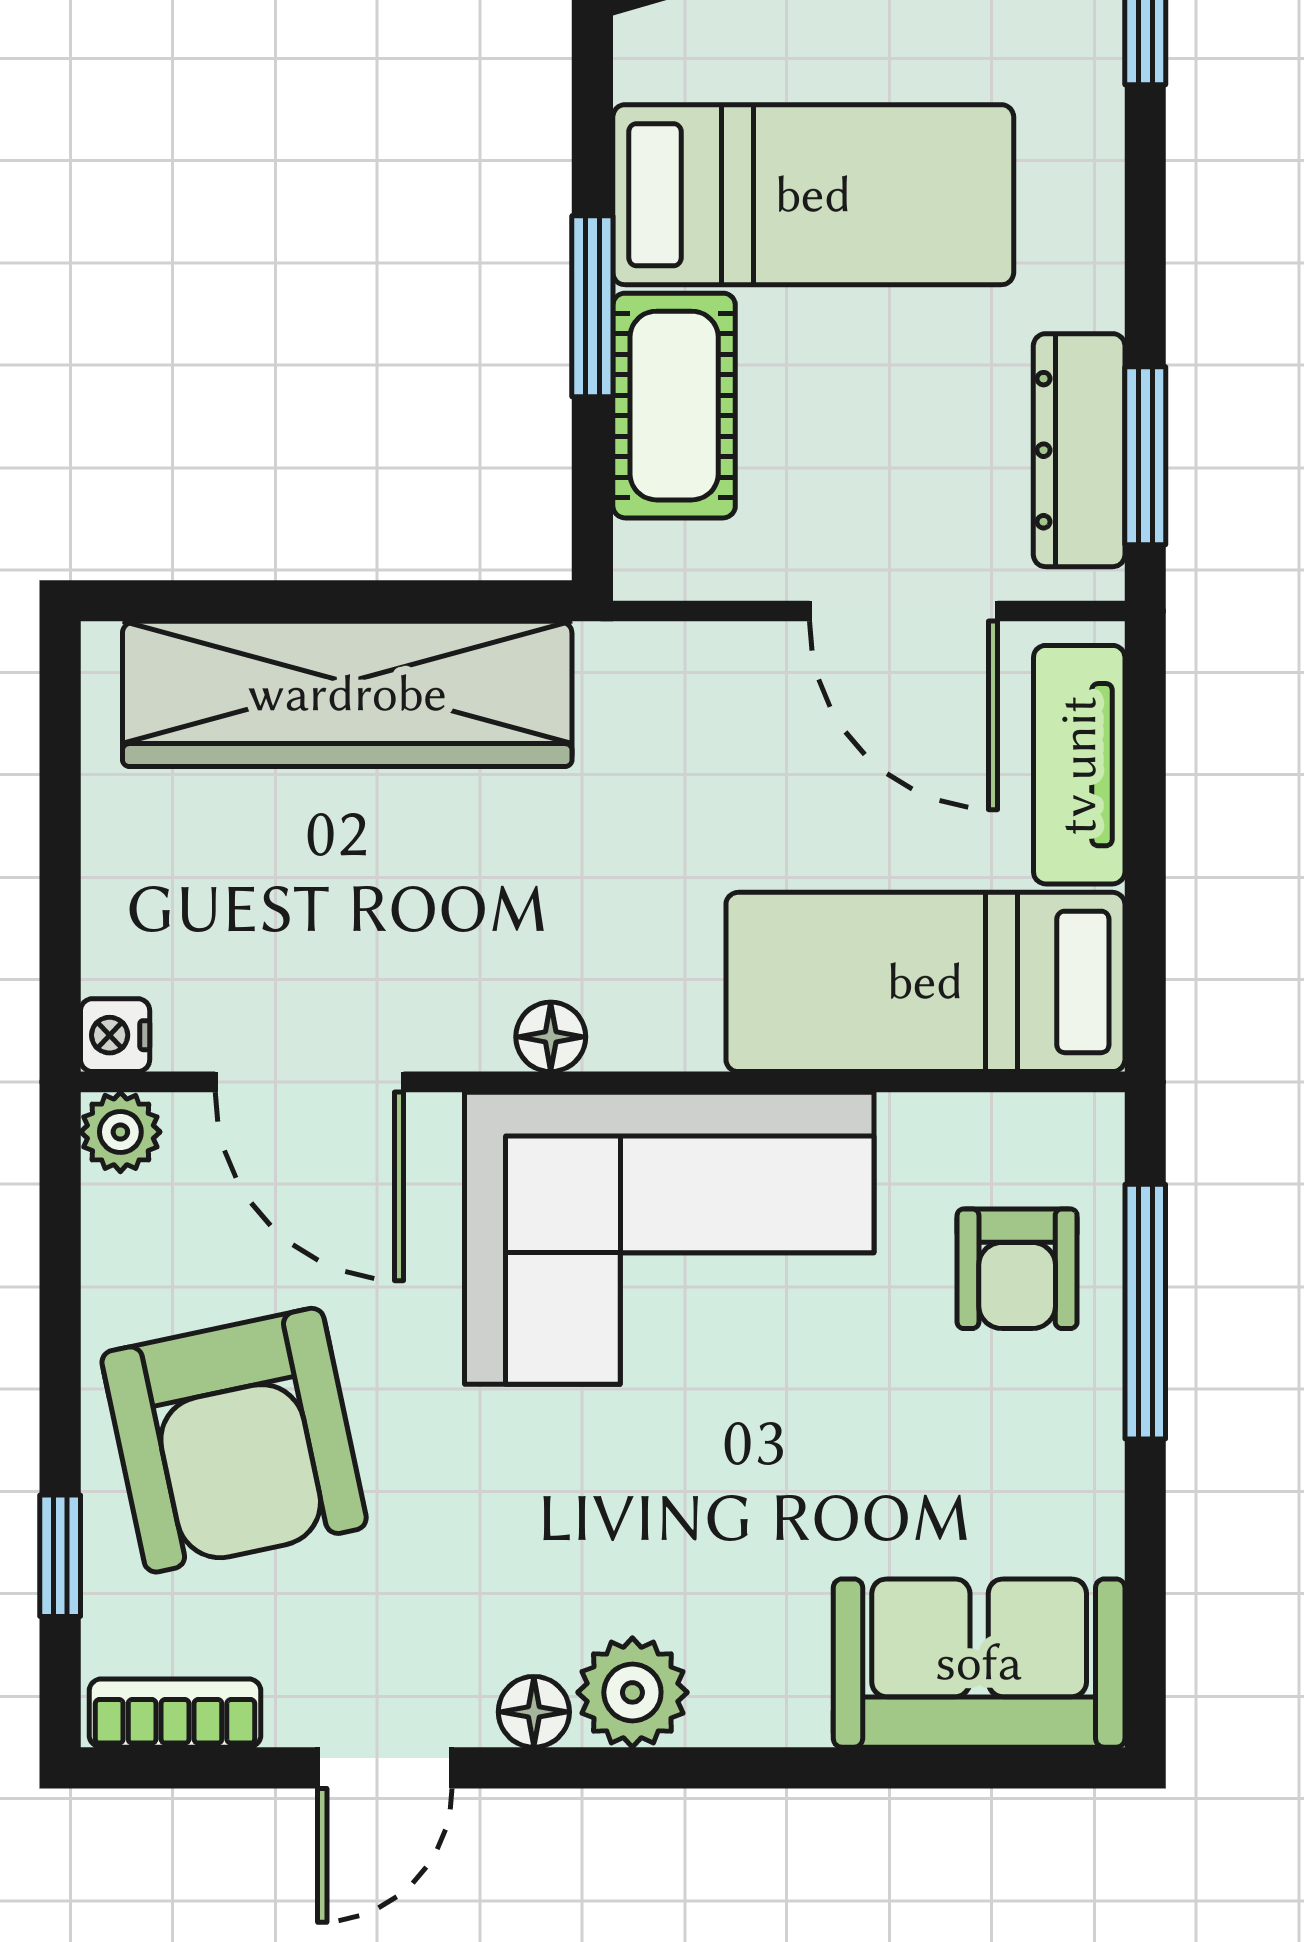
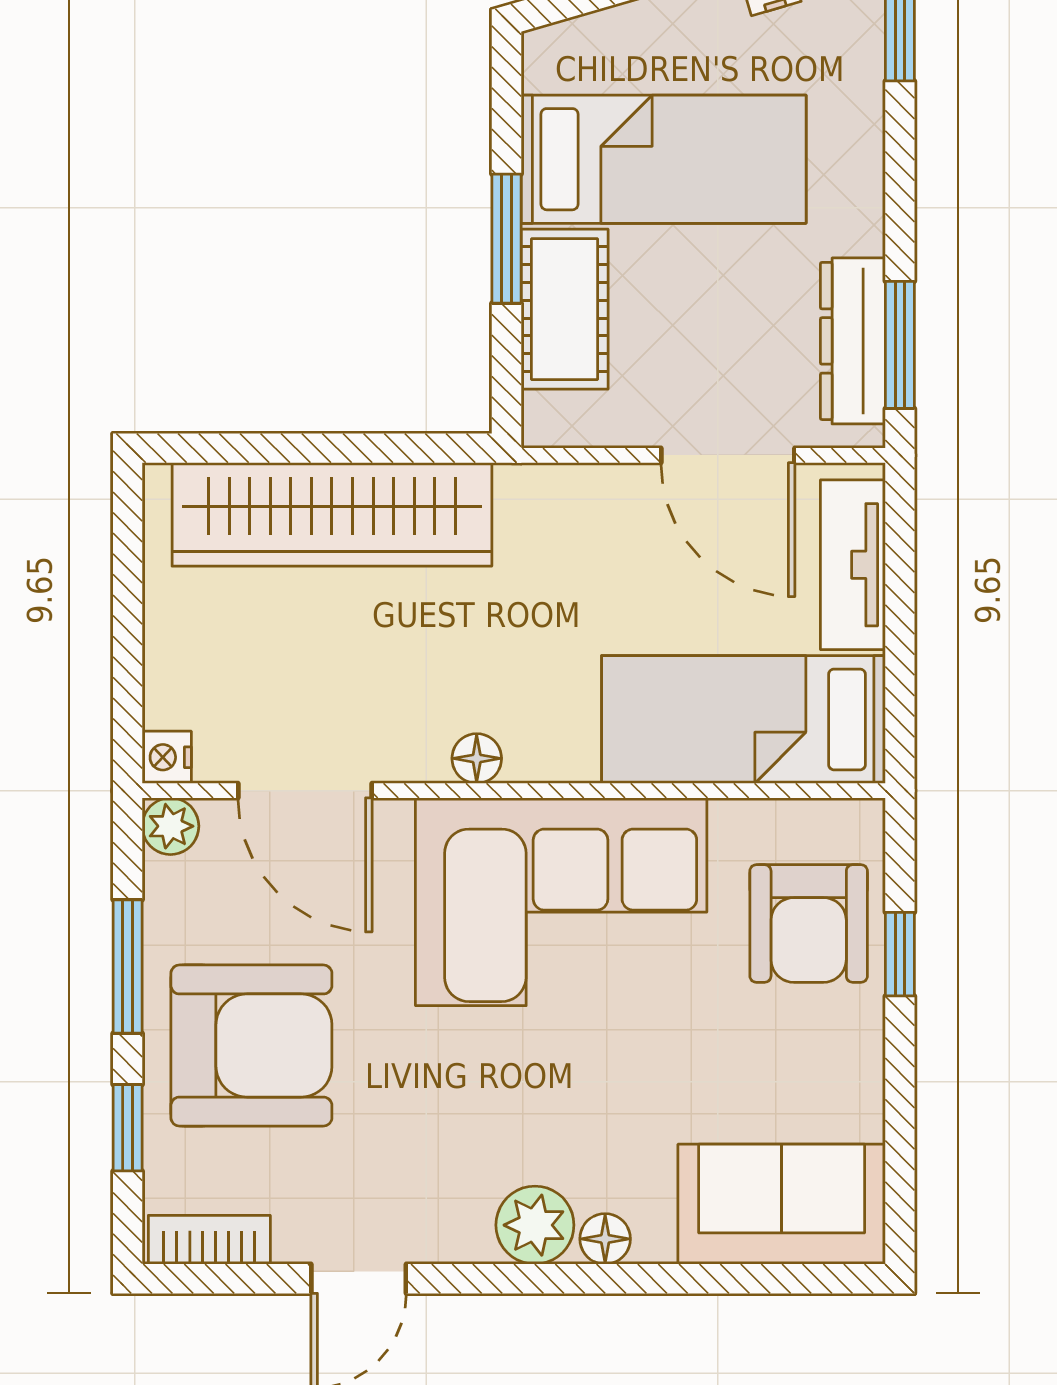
armchair: (1017, 1269) -> (809, 924), width x1.38, depth x1.38
window: (1145, 1312) -> (900, 954), width x0.46
window: (60, 1329) -> (128, 967), added
armchair: (234, 1440) -> (251, 1046), turned -78
floor lamp: (534, 1712) -> (605, 1239), moved

